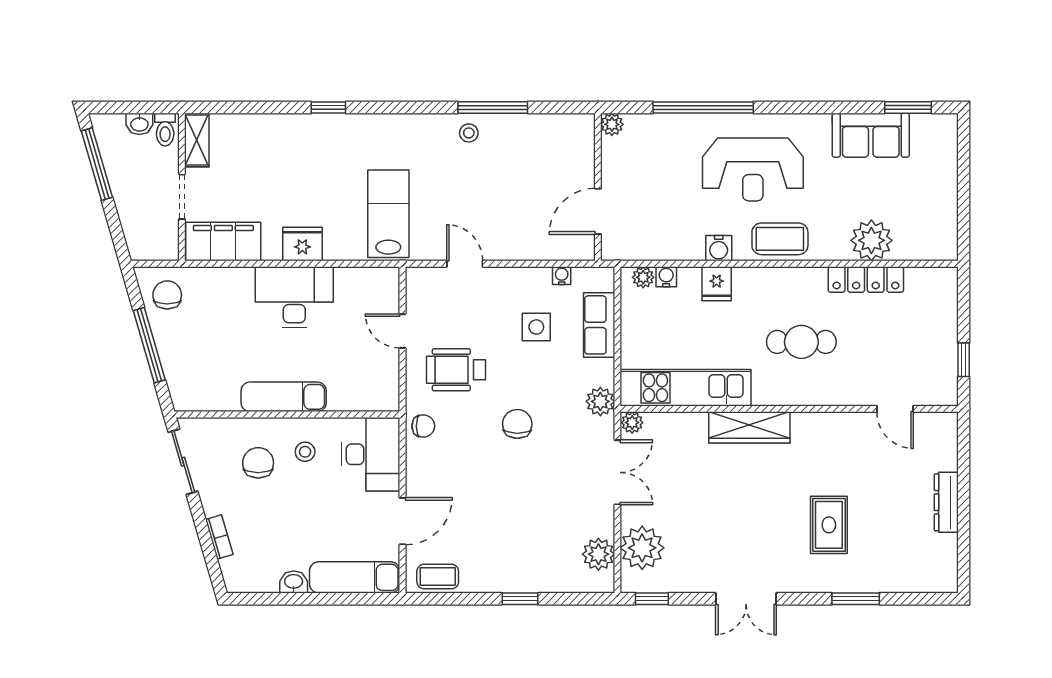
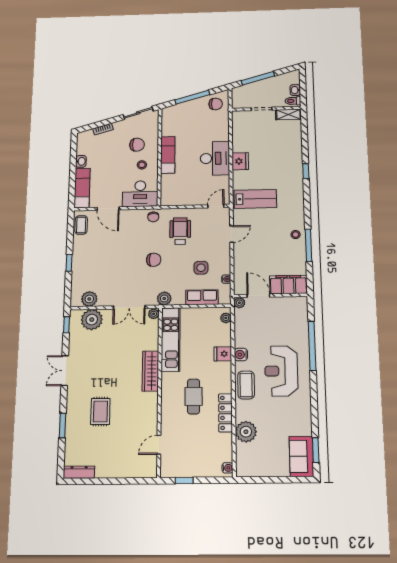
plant: (612, 124) -> (239, 303), moved
sofa: (871, 135) -> (301, 456), moved
window: (97, 164) -> (258, 78), moved
filing cabinet: (223, 242) -> (288, 285), moved, turned -90
water cooler: (666, 277) -> (227, 468), moved
locker: (866, 280) -> (226, 413), moved
door: (402, 331) -> (216, 206), moved
dresser: (946, 502) -> (79, 472), moved
rug: (829, 525) -> (100, 411), turned 90

